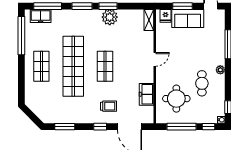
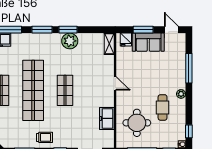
door: (155, 59) -> (115, 83), hinge flipped
trolley: (109, 106) -> (44, 137), moved

